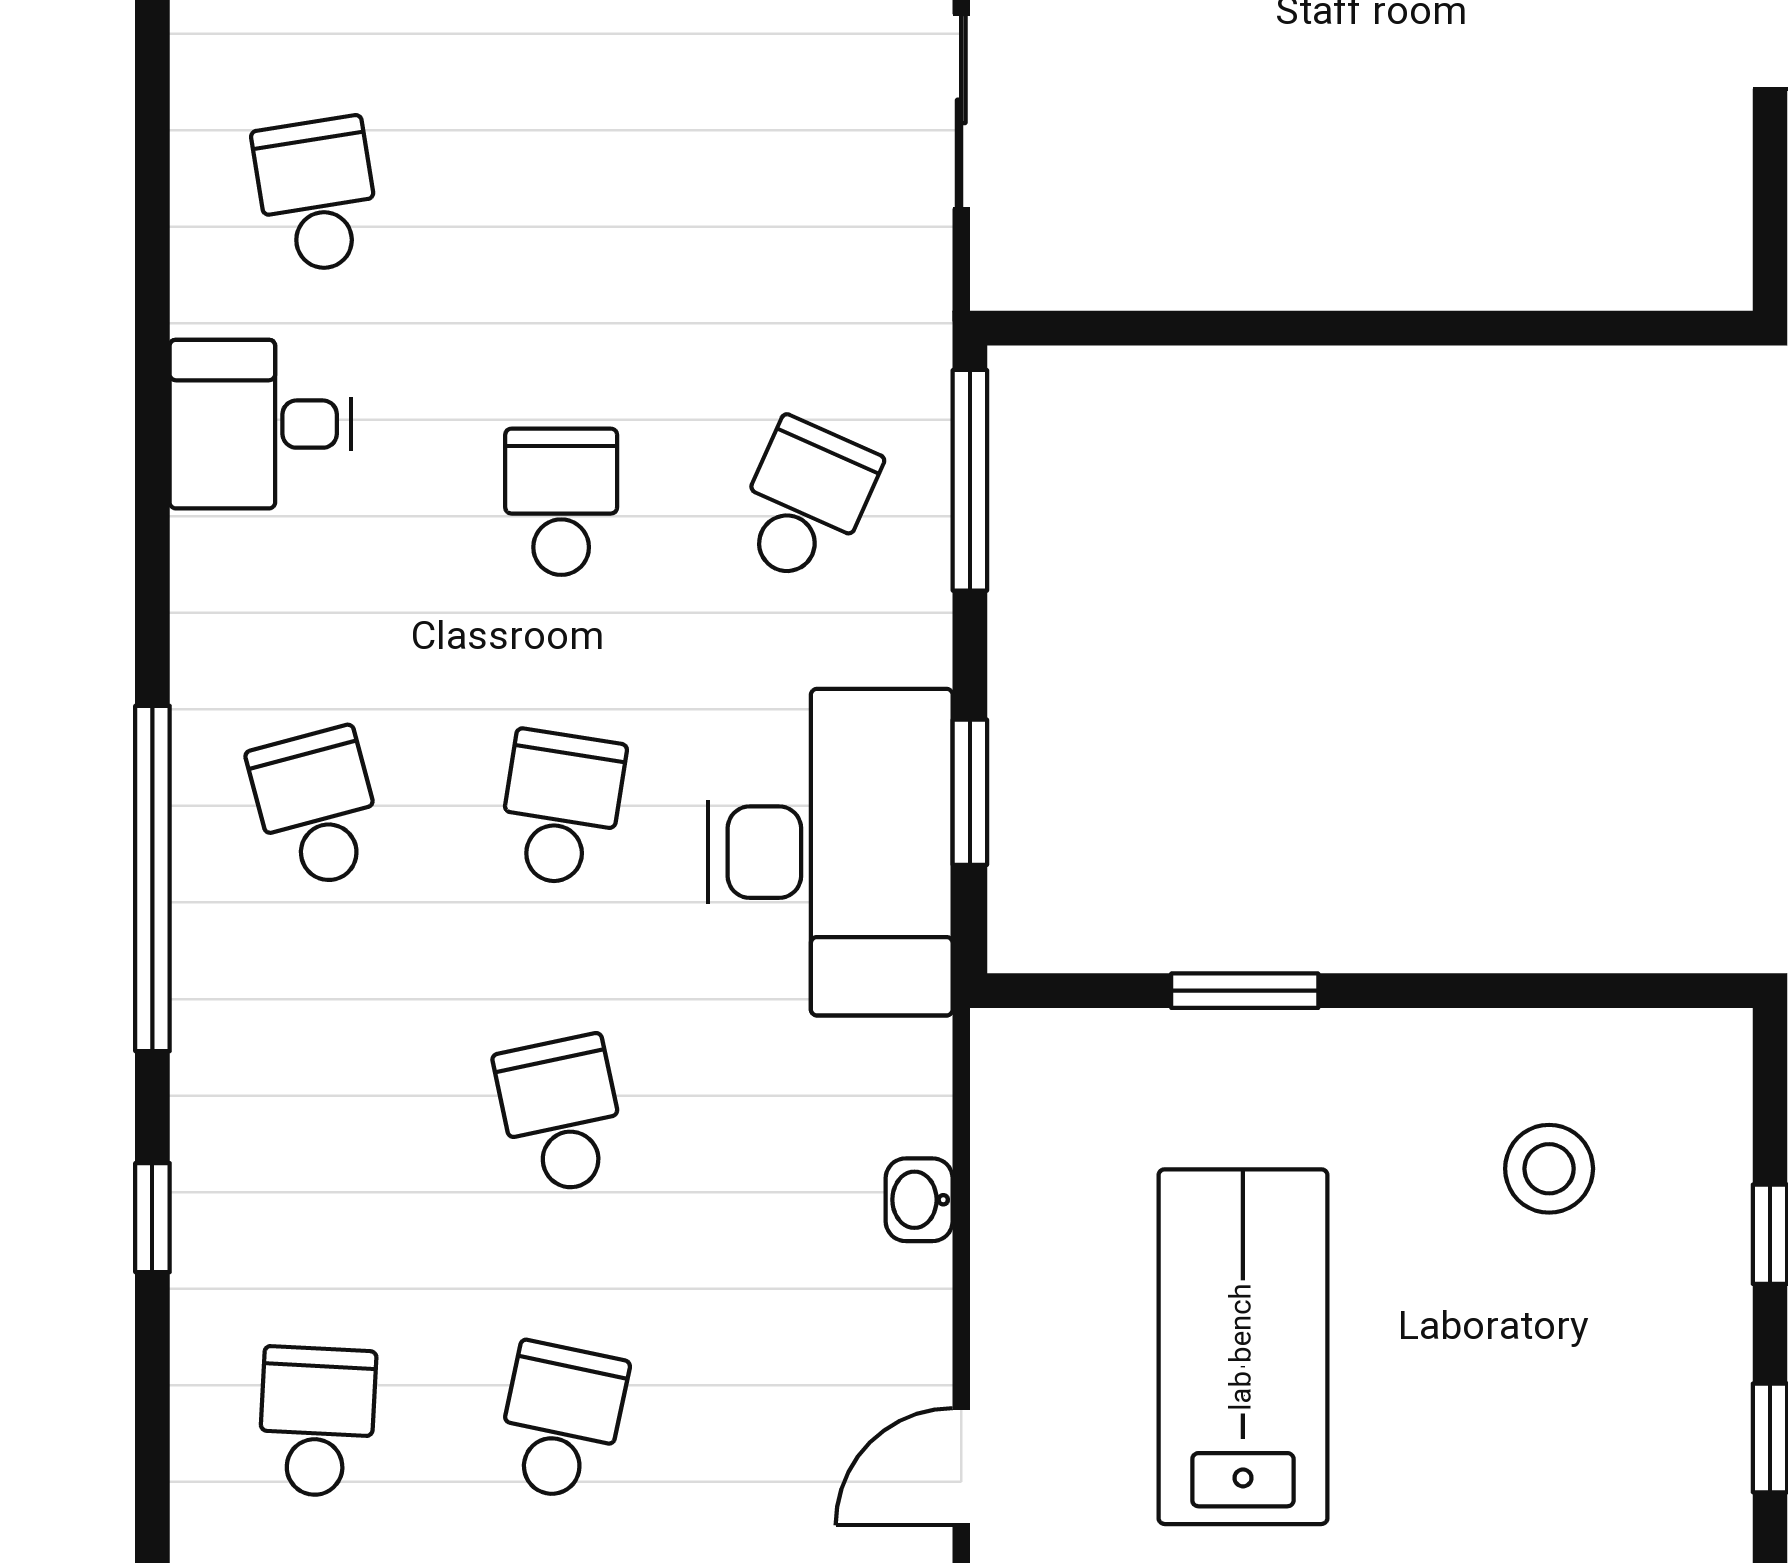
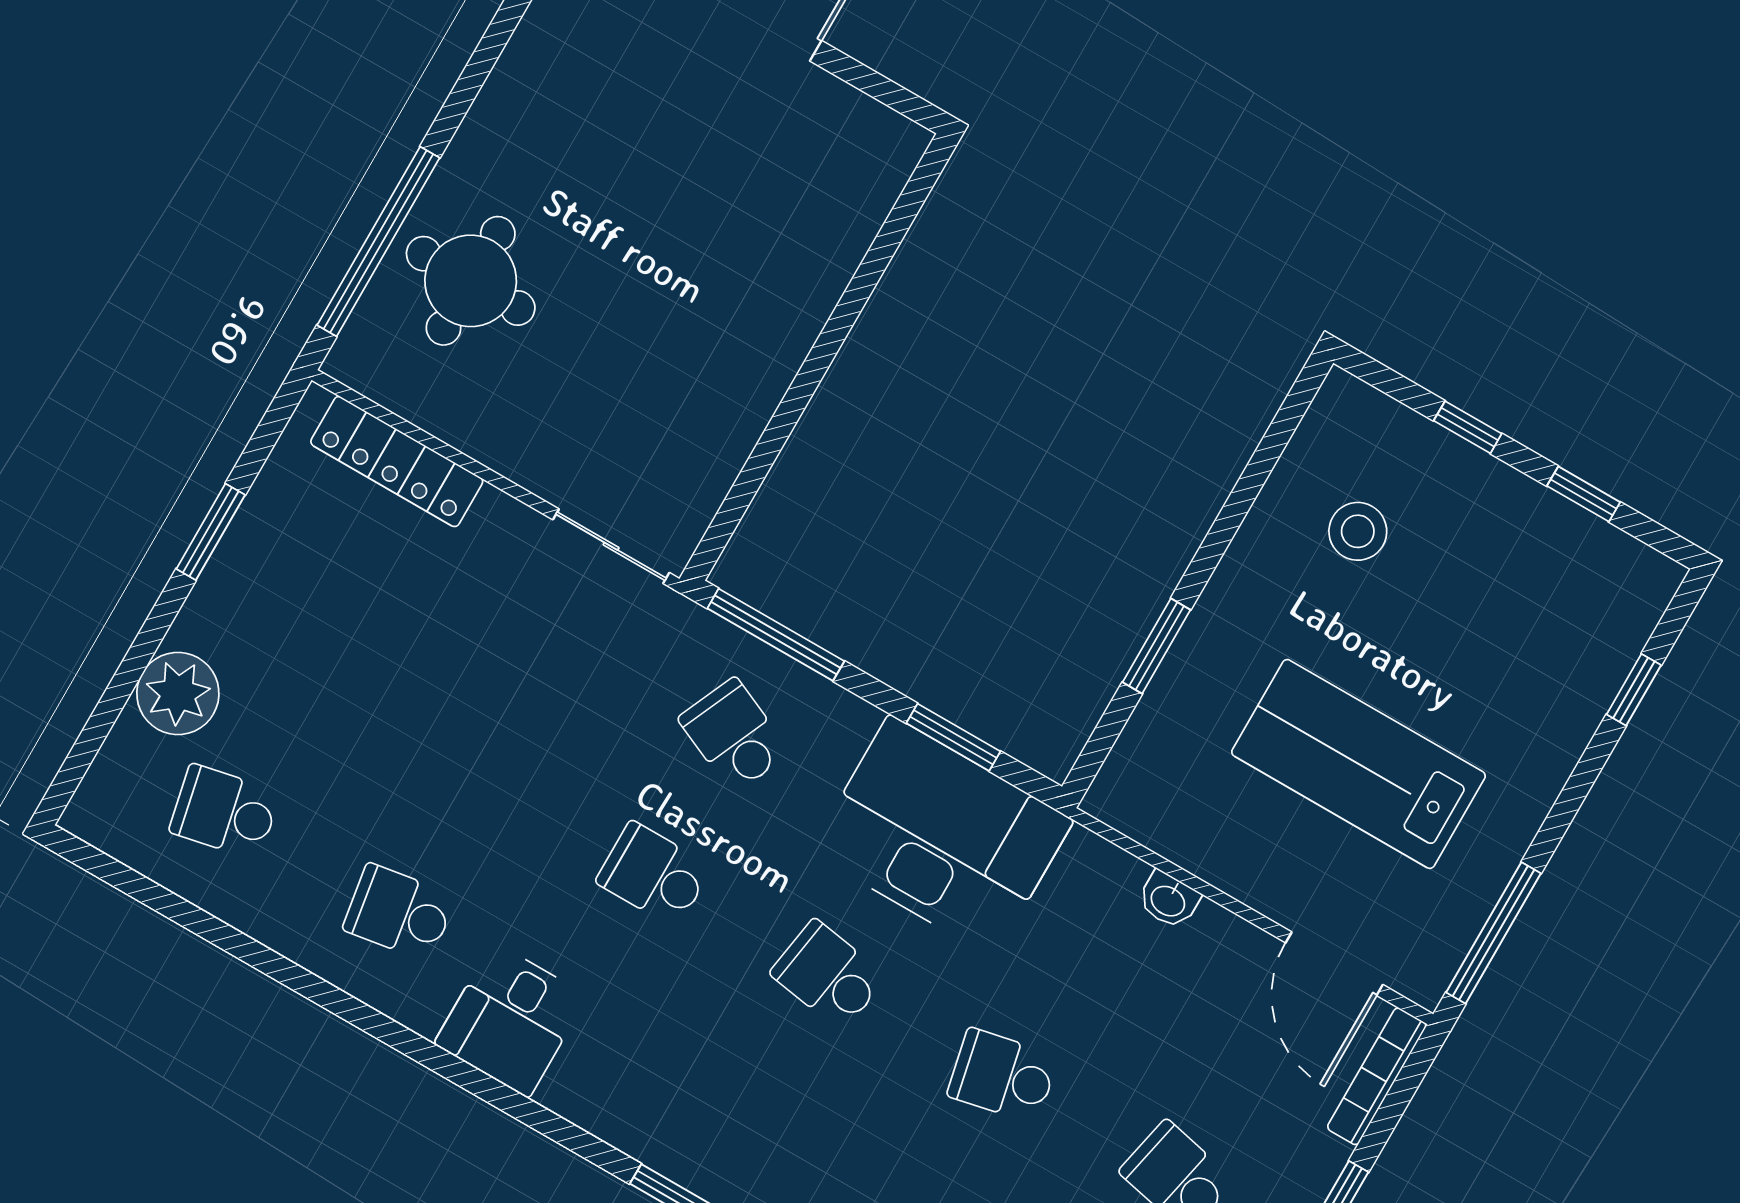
sliding door: (961, 111) -> (611, 546), moved
school desk: (317, 808) -> (748, 1114), removed
door: (961, 1467) -> (1334, 964), width x1.38

